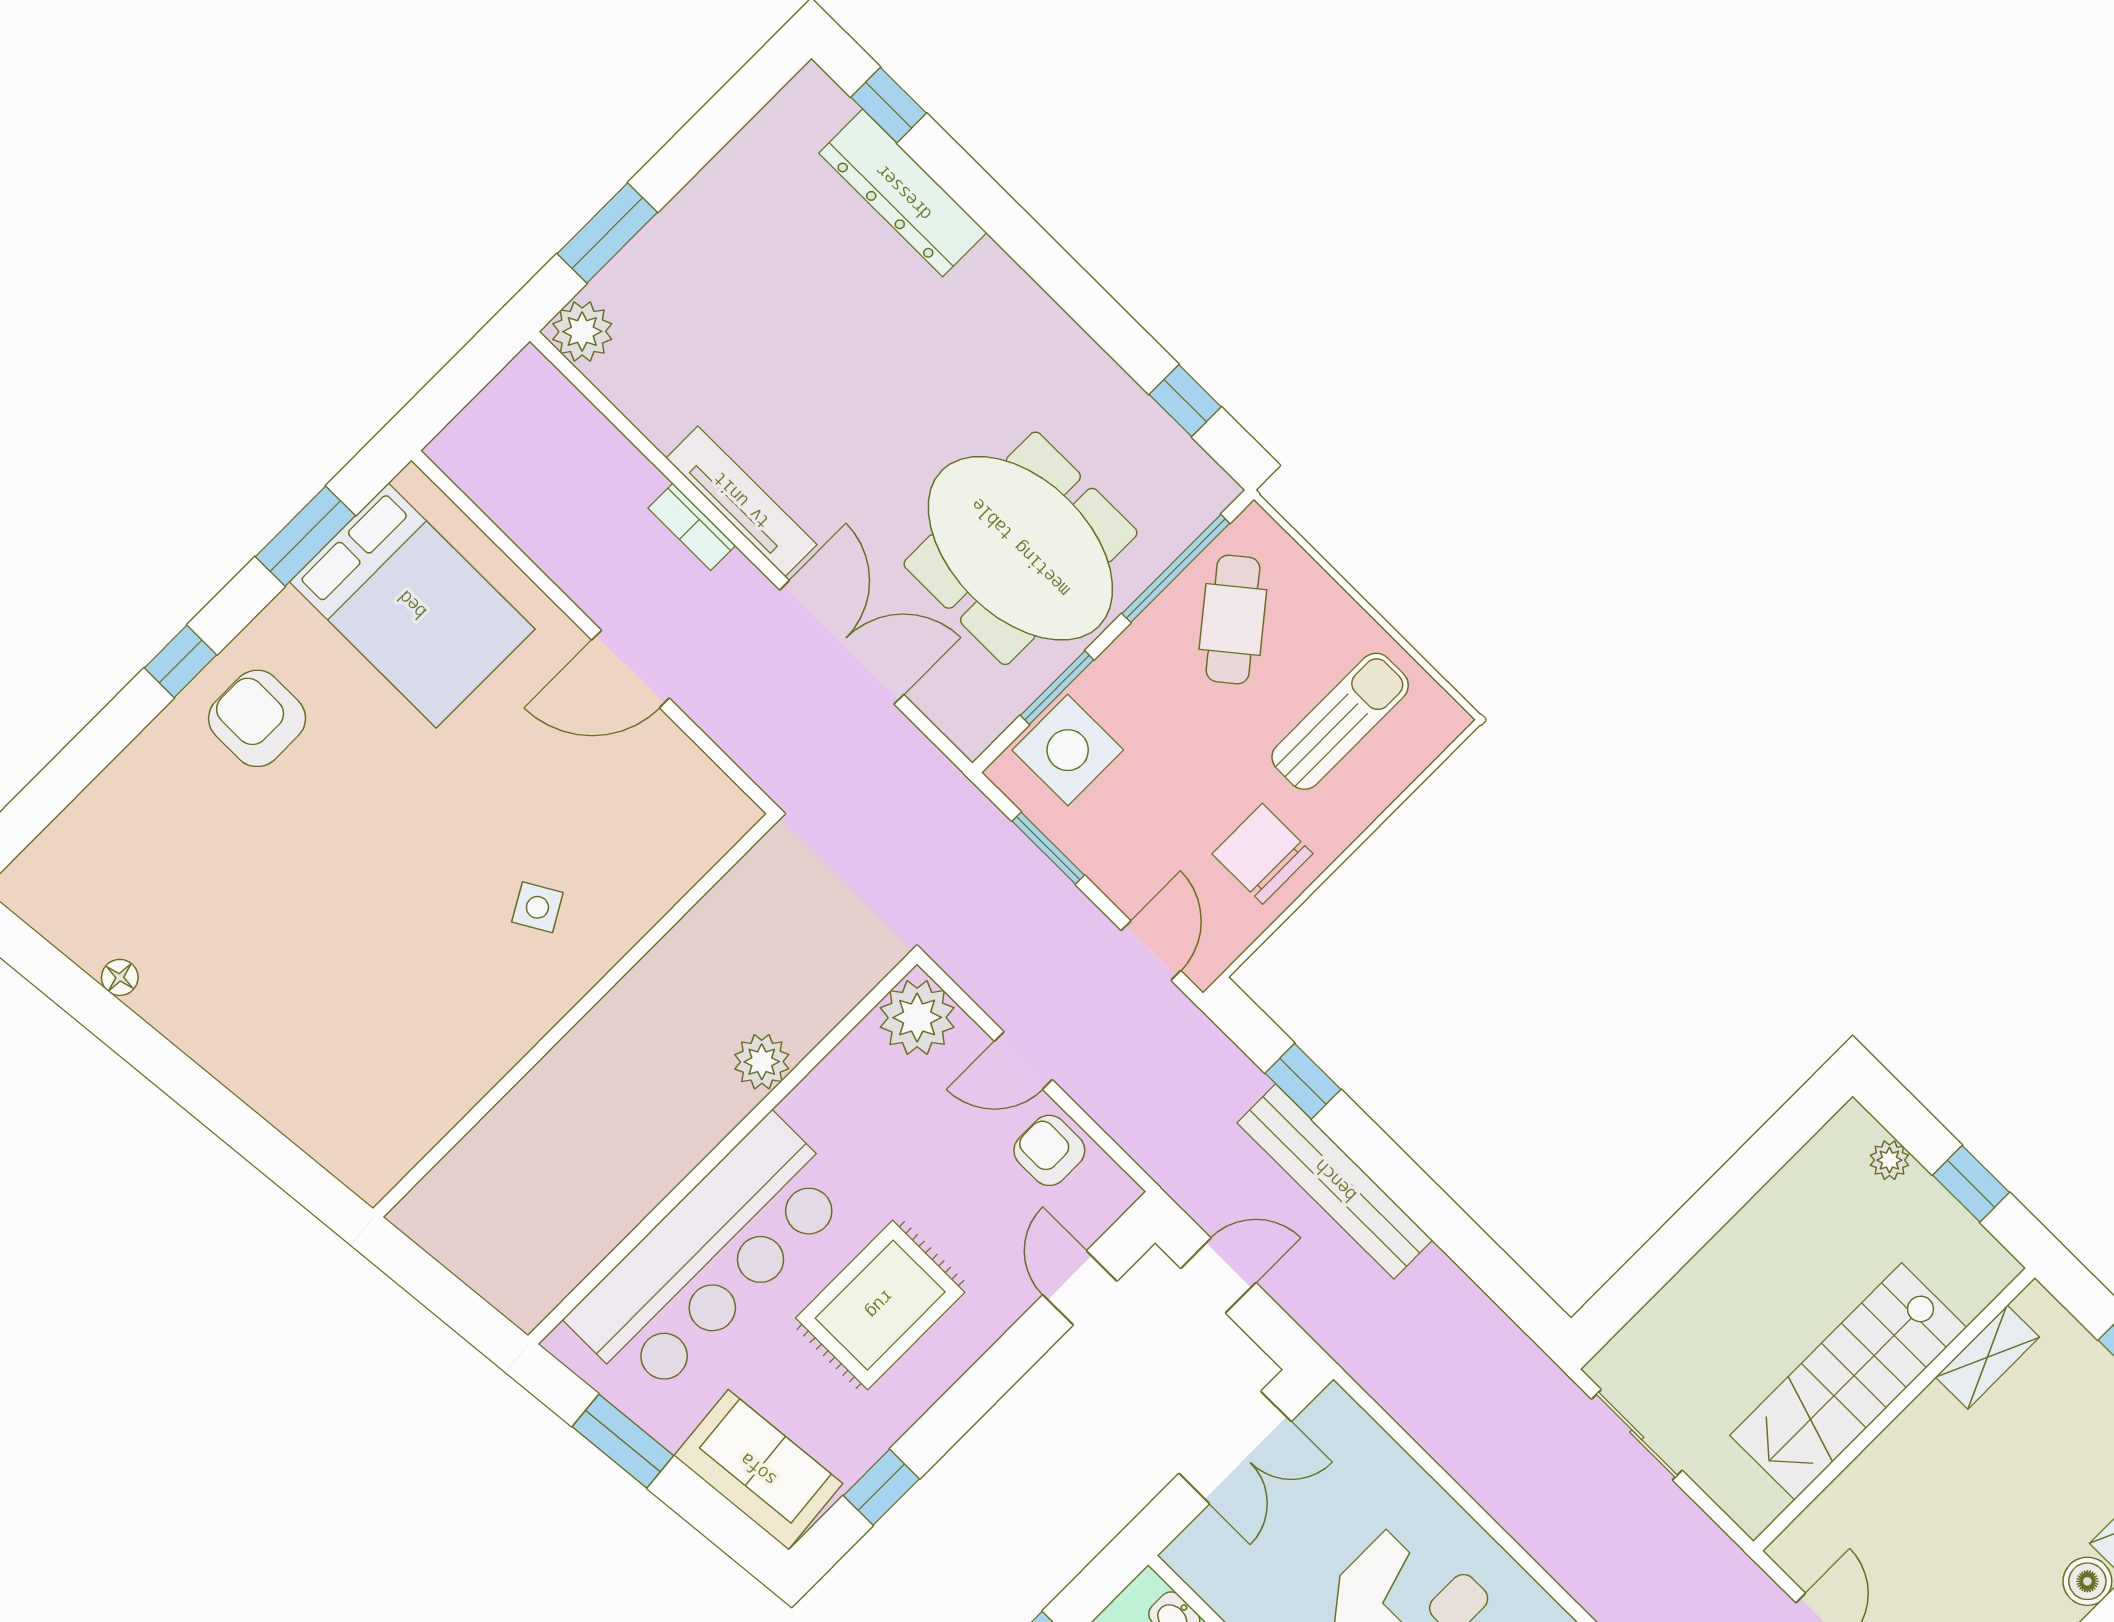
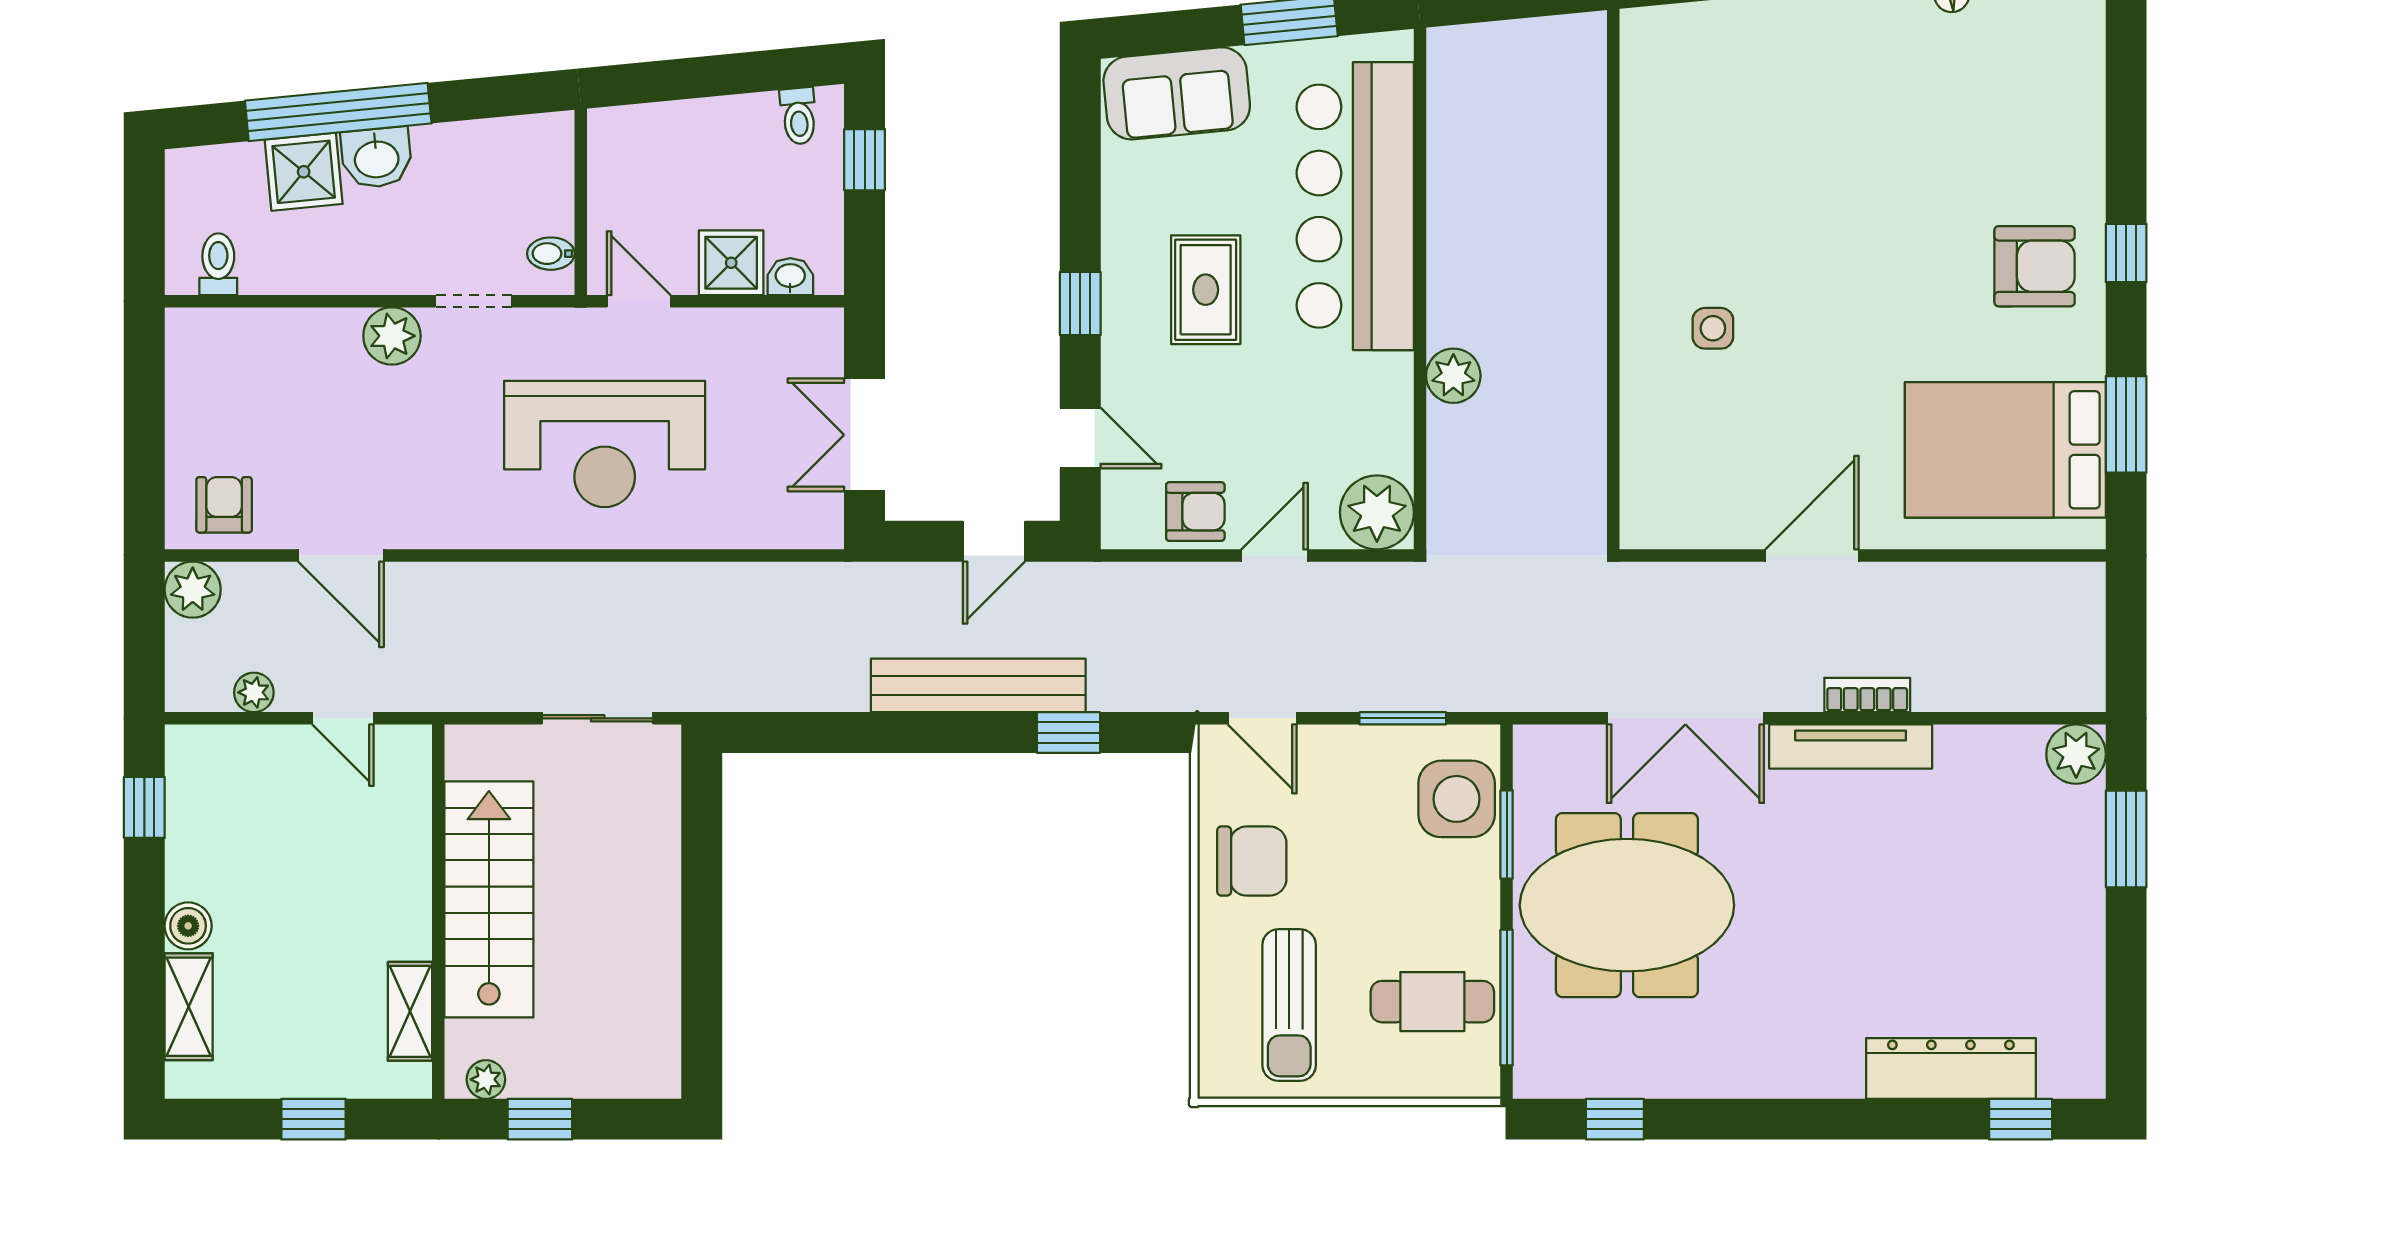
cafe table: (1233, 619) -> (1432, 1002), turned -51
side table: (537, 907) -> (1713, 328), turned 30
plant: (1889, 1160) -> (486, 1079), moved
rug: (880, 1305) -> (1206, 290), width x0.73, depth x0.70
window: (881, 1487) -> (1080, 304), moved

